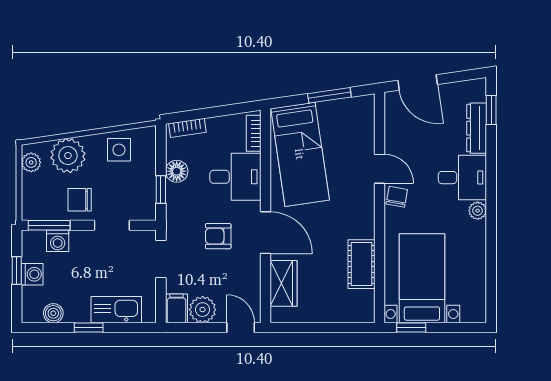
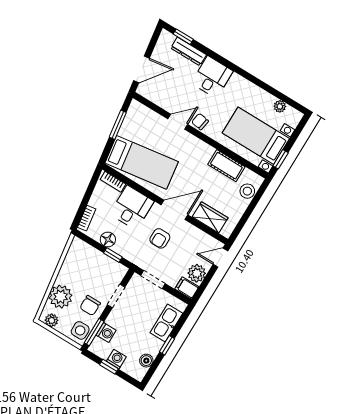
side table: (119, 150) -> (80, 330), moved
plant: (478, 211) -> (280, 106), moved
stool: (345, 310) -> (247, 191), added

